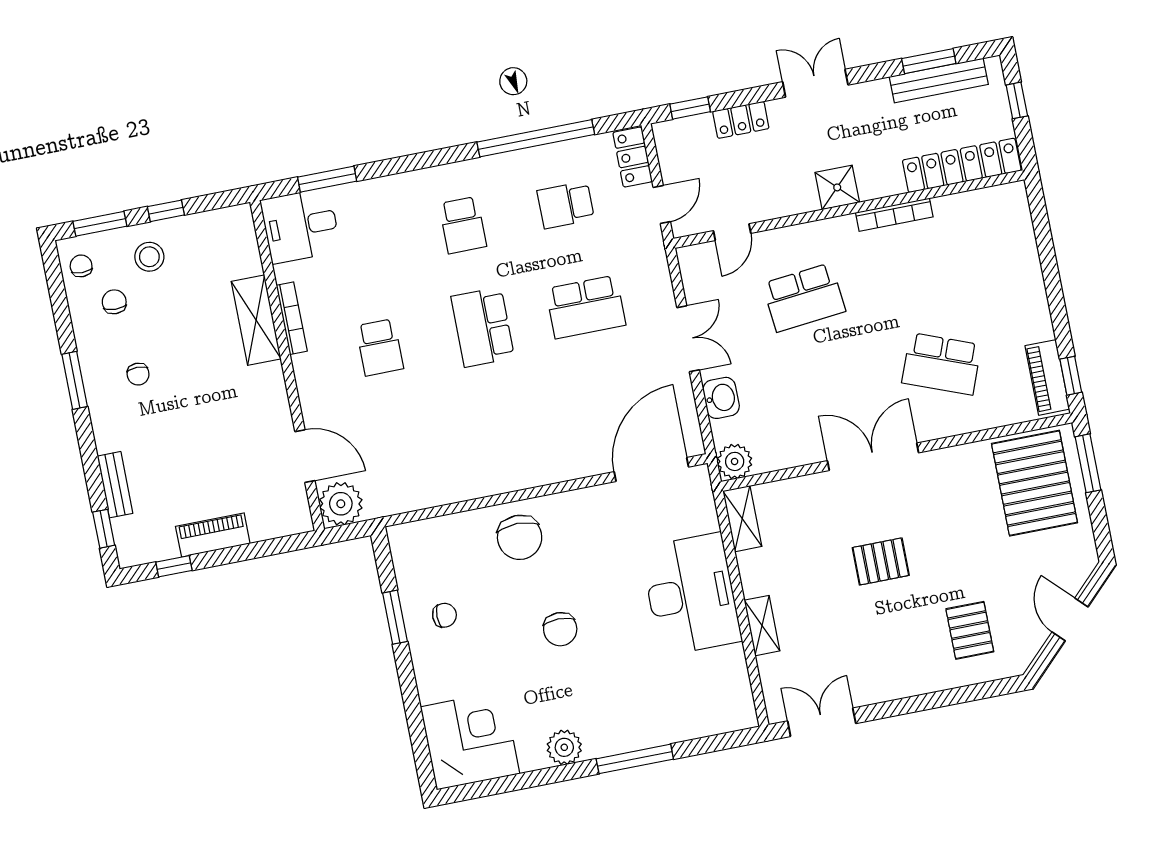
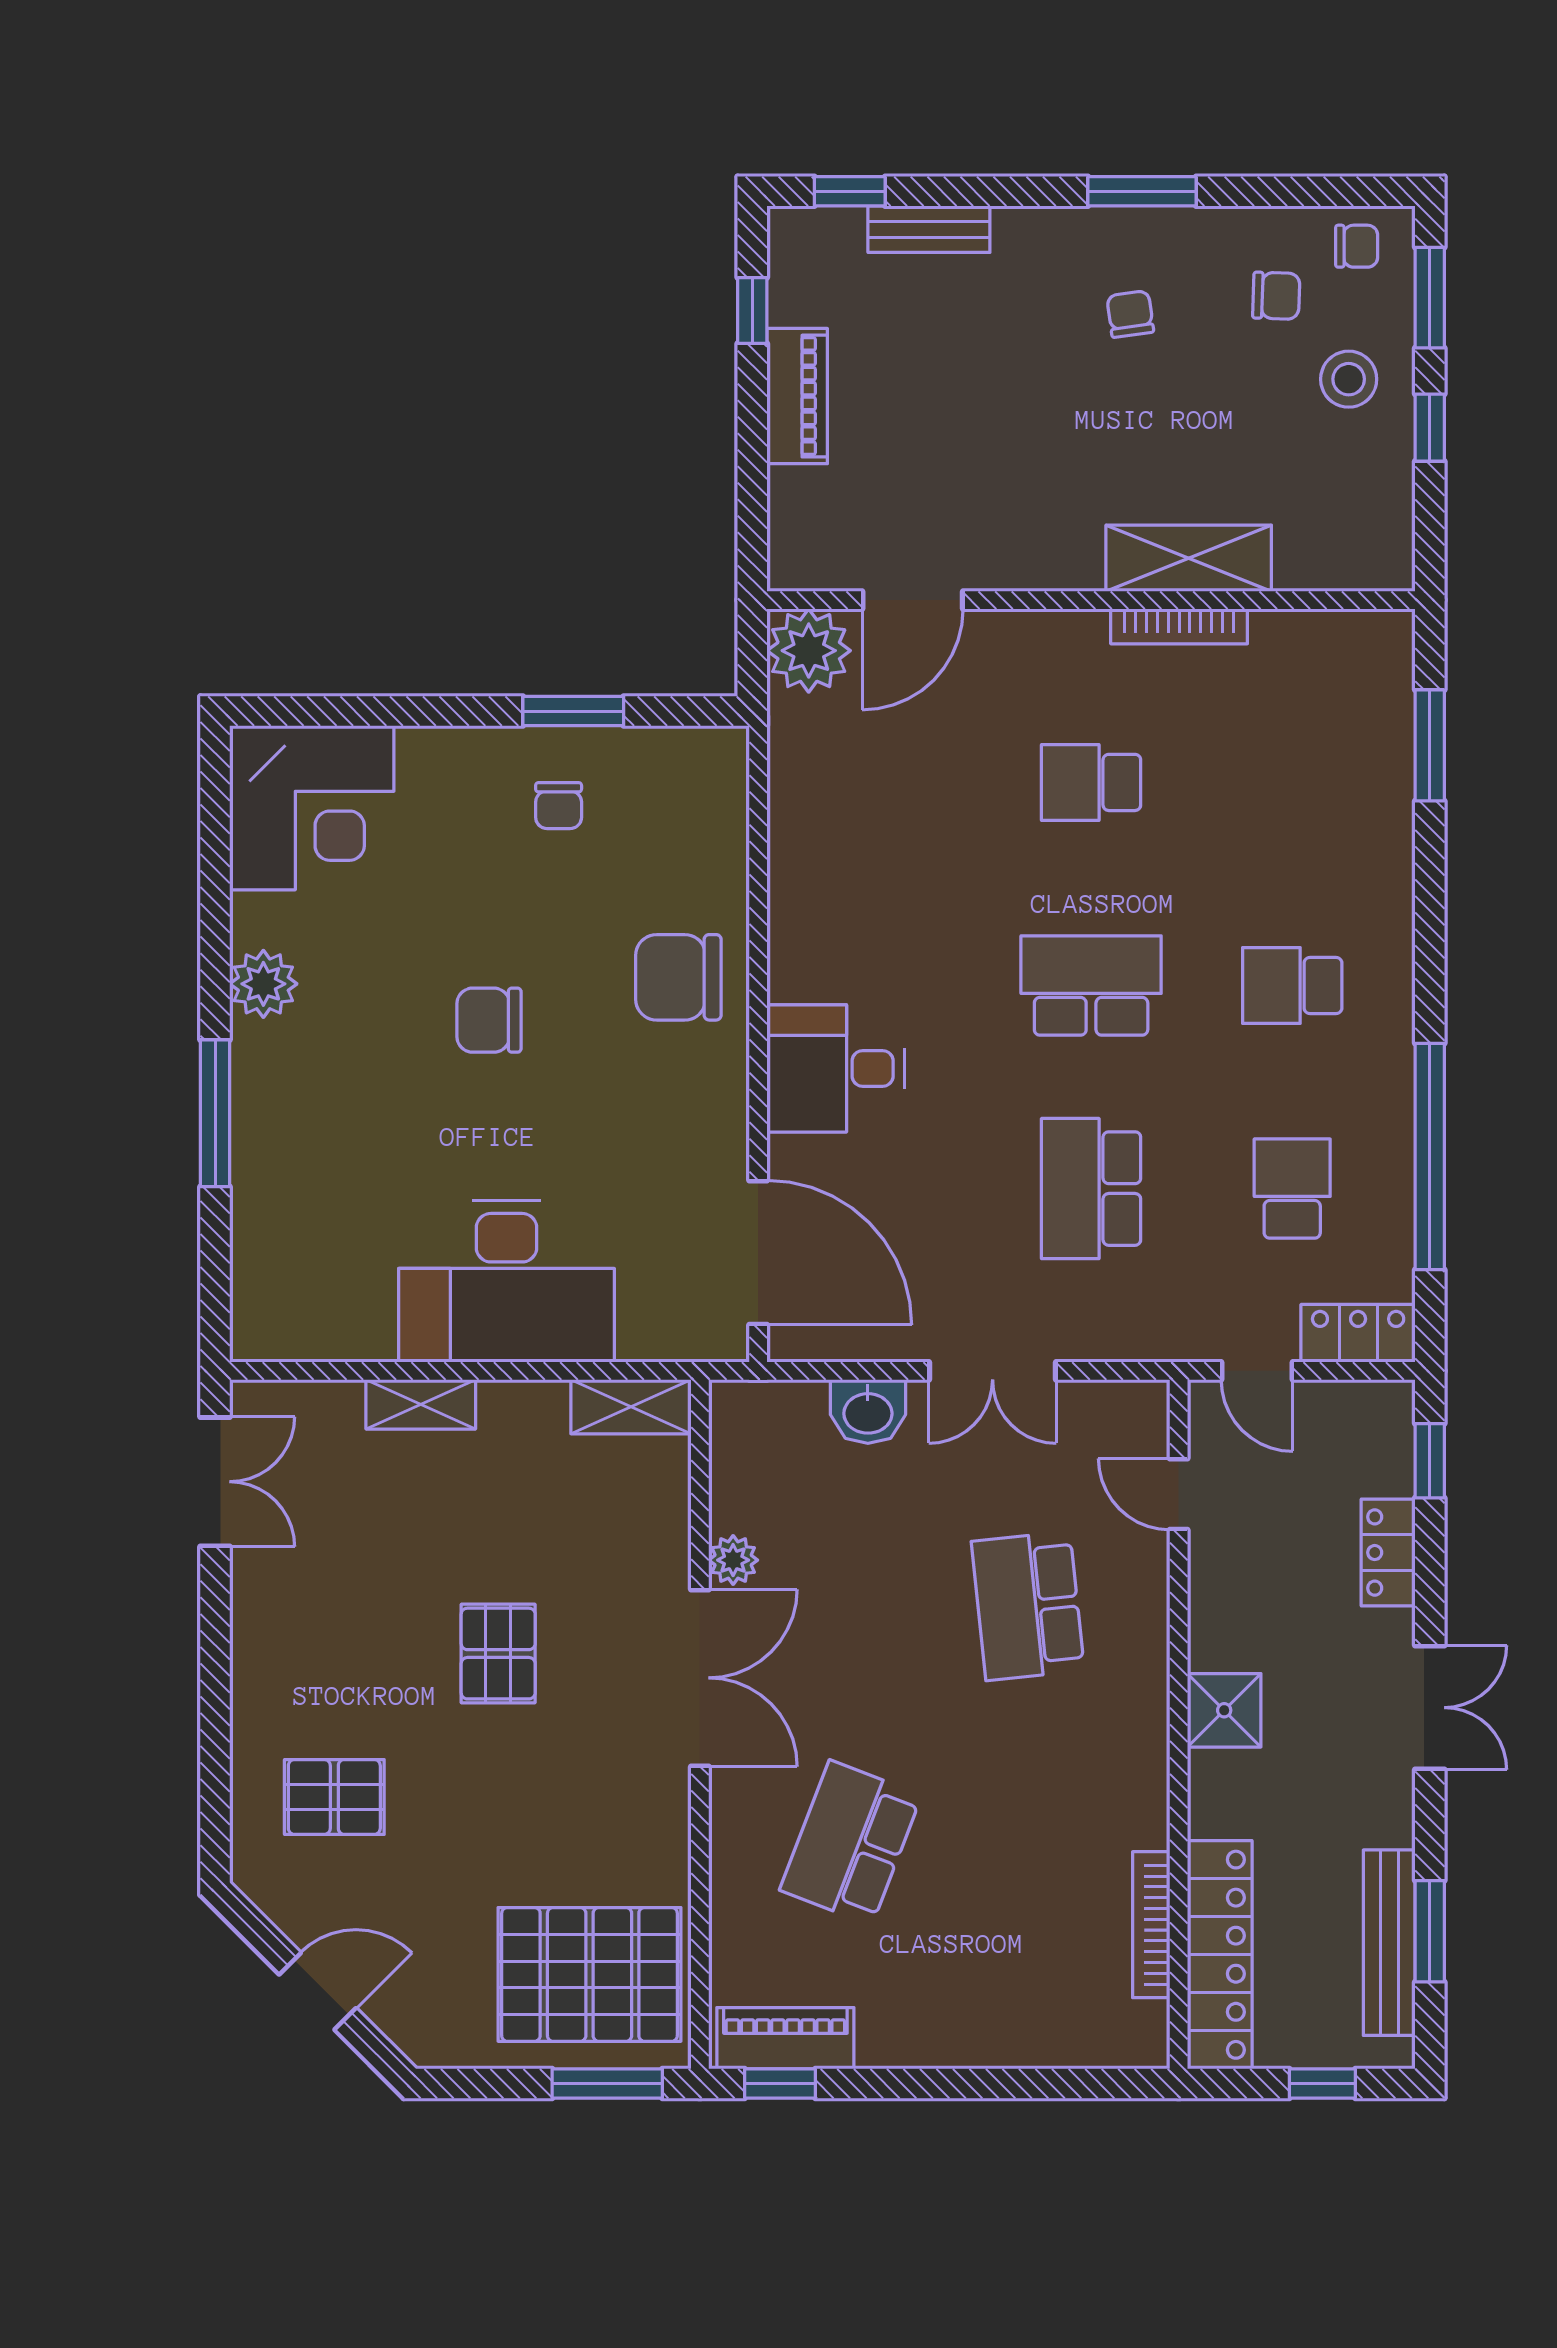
bookcase: (894, 215) -> (1151, 1925), moved
desk: (300, 226) -> (836, 1068), moved, turned -90
chair: (138, 374) -> (1130, 314), turned 82
plant: (735, 461) -> (733, 1560), moved, width x0.73, depth x0.73

